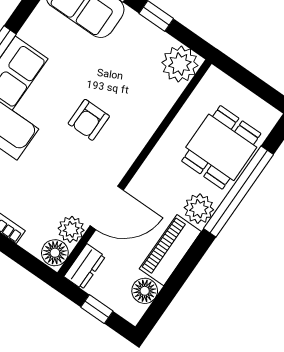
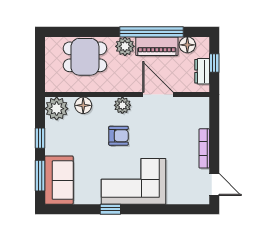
window: (239, 191) -> (151, 32), moved
plant: (71, 229) -> (122, 105), moved
floor lamp: (55, 253) -> (83, 105), moved
dresser: (85, 267) -> (202, 71), moved, turned -90

